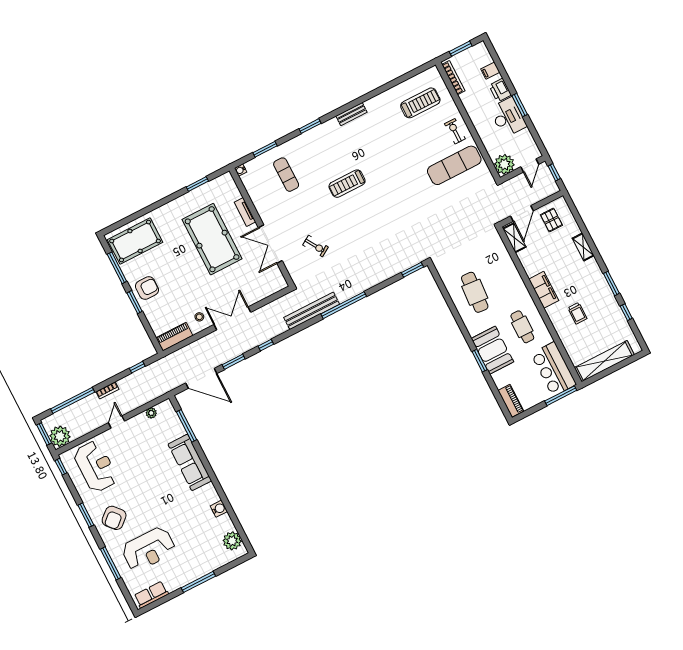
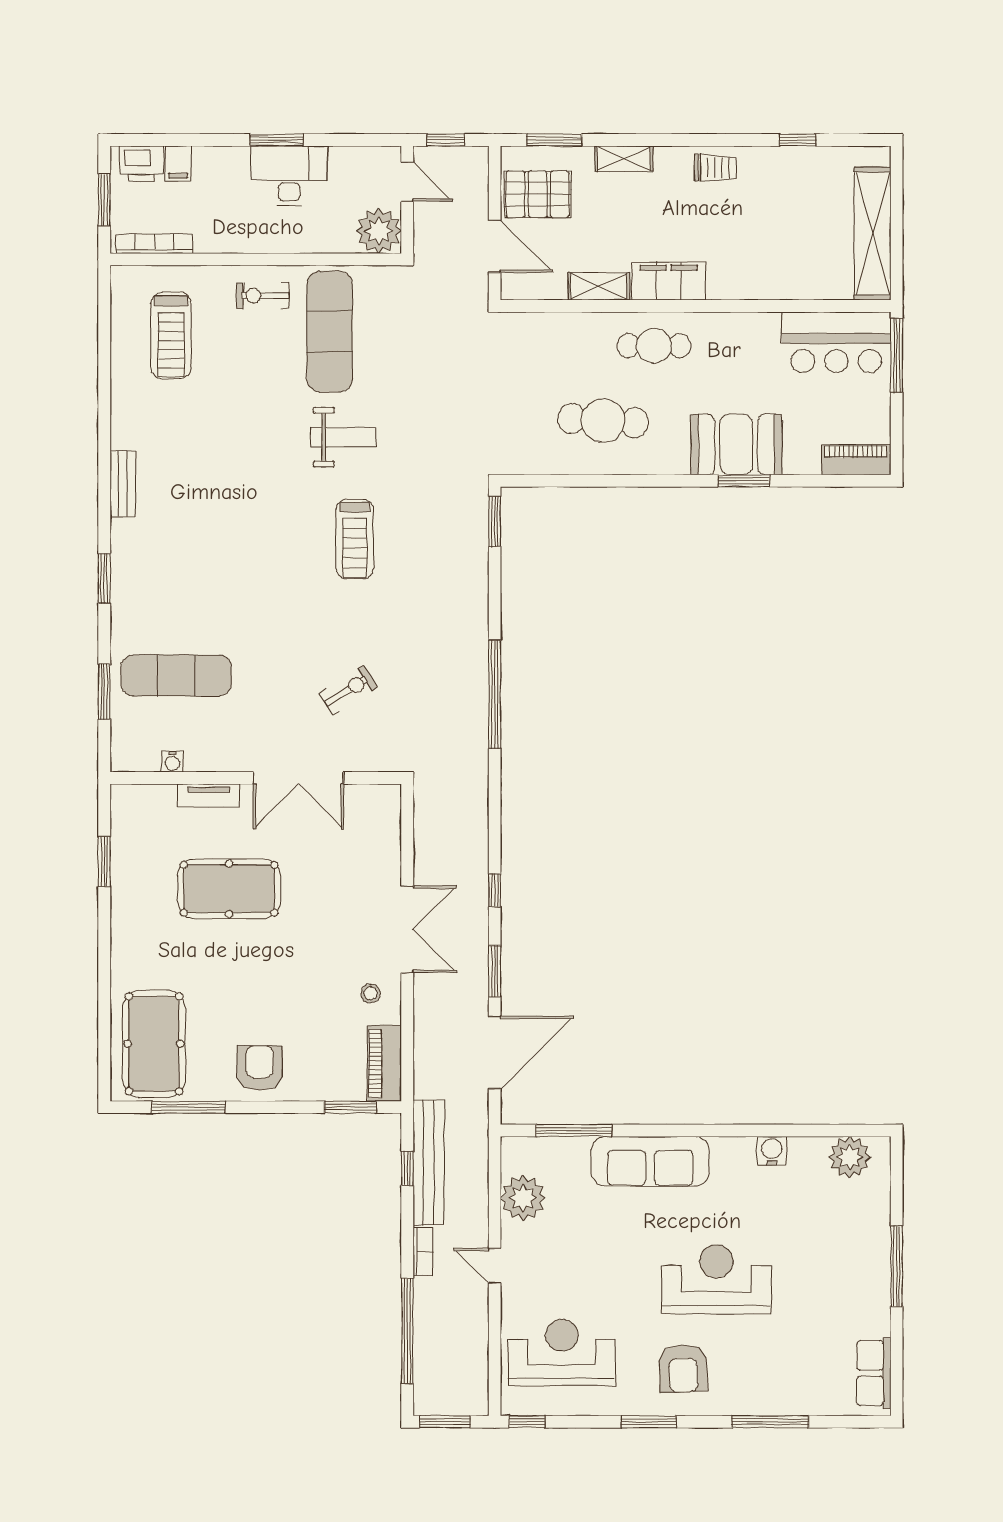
printer: (500, 90) -> (141, 164), moved
treadmill: (420, 103) -> (171, 335), turned 180
water cooler: (240, 170) -> (172, 762), moved
exercise mat: (286, 175) -> (176, 675), width x1.36, depth x1.45
treadmill: (347, 184) -> (355, 539), moved
weight bench: (415, 192) -> (343, 437), added
pallet: (551, 220) -> (538, 194), width x1.50, depth x1.42
shelving: (514, 238) -> (599, 286), moved
pool table: (212, 239) -> (229, 889), width x0.73, depth x0.76
window: (611, 283) -> (554, 140), moved
window: (135, 302) -> (350, 1107), moved
bench: (312, 311) -> (429, 1162), moved
trolley: (577, 313) -> (715, 168), moved
double door: (232, 318) -> (407, 929), swing flipped
cafe table: (522, 327) -> (654, 346), moved
plant: (151, 413) -> (523, 1198), width x1.88, depth x1.88
plant: (60, 436) -> (466, 1393), removed
armchair: (114, 518) -> (683, 1368), turned 38
reception desk: (149, 549) -> (716, 1279), moved, turned -90

